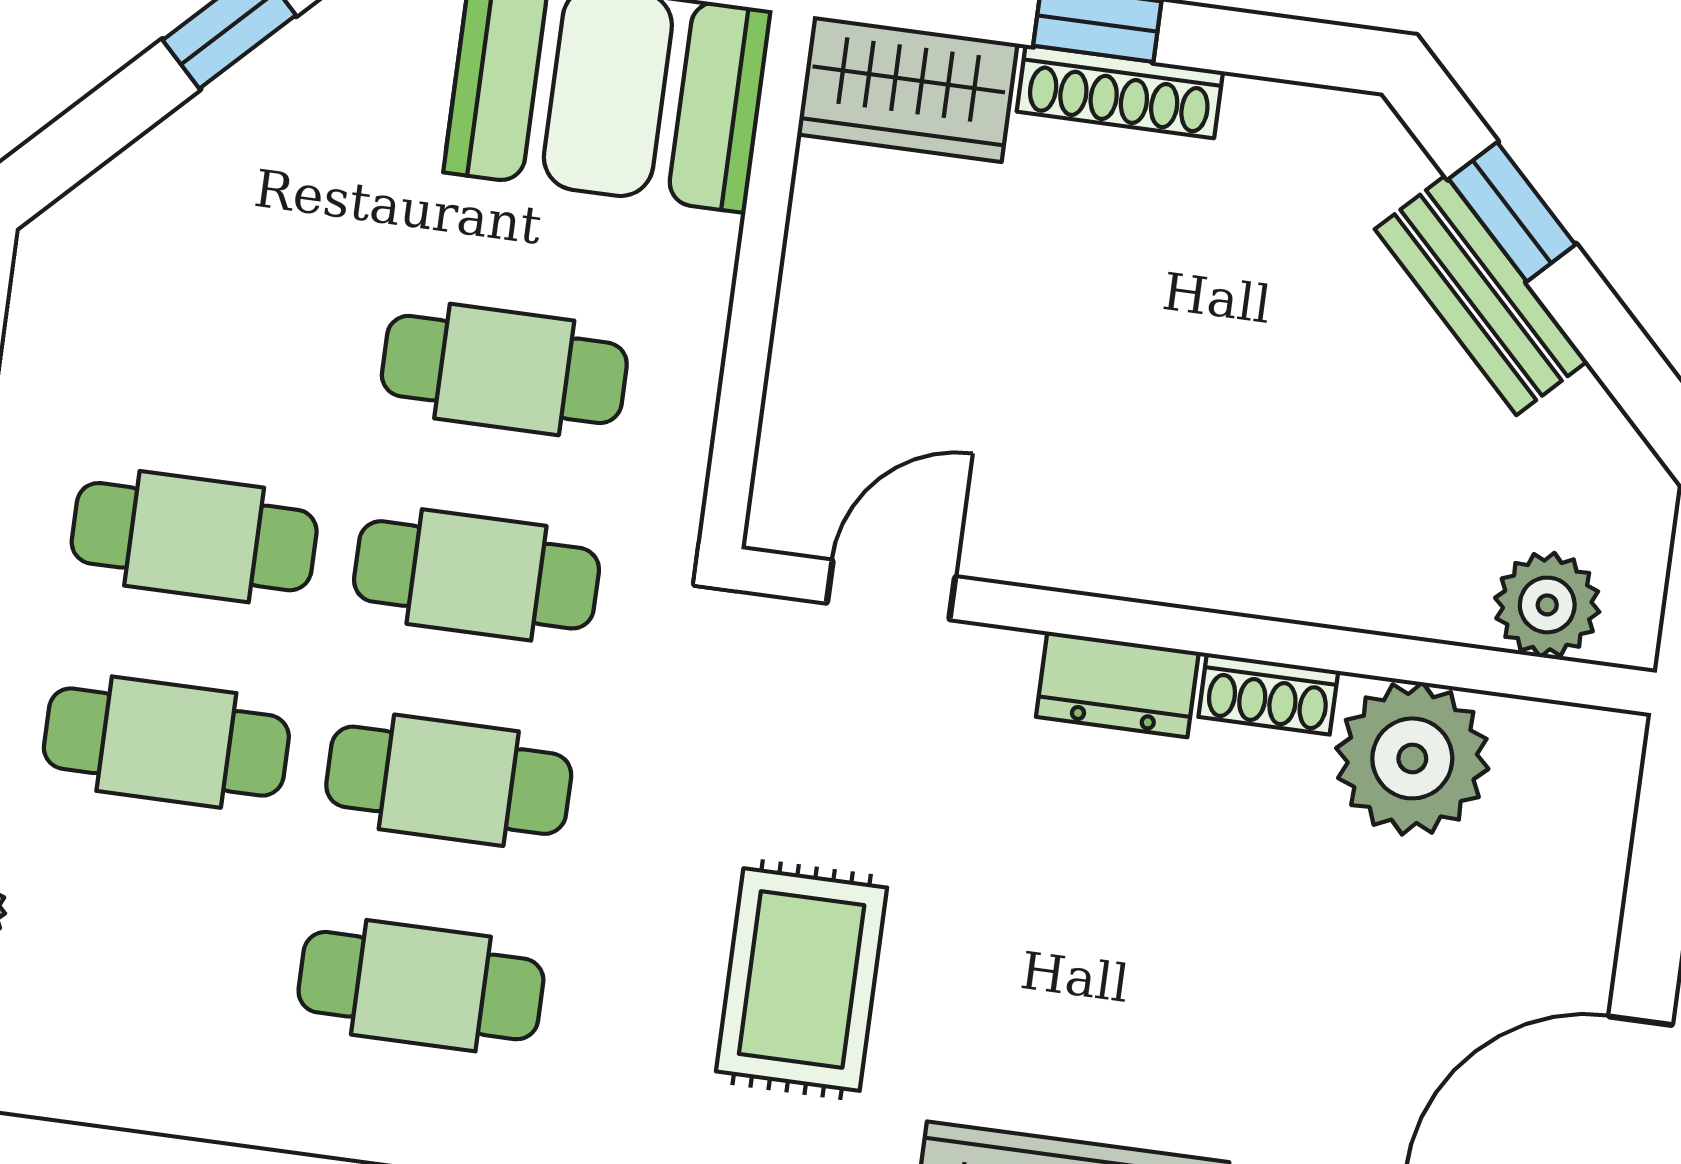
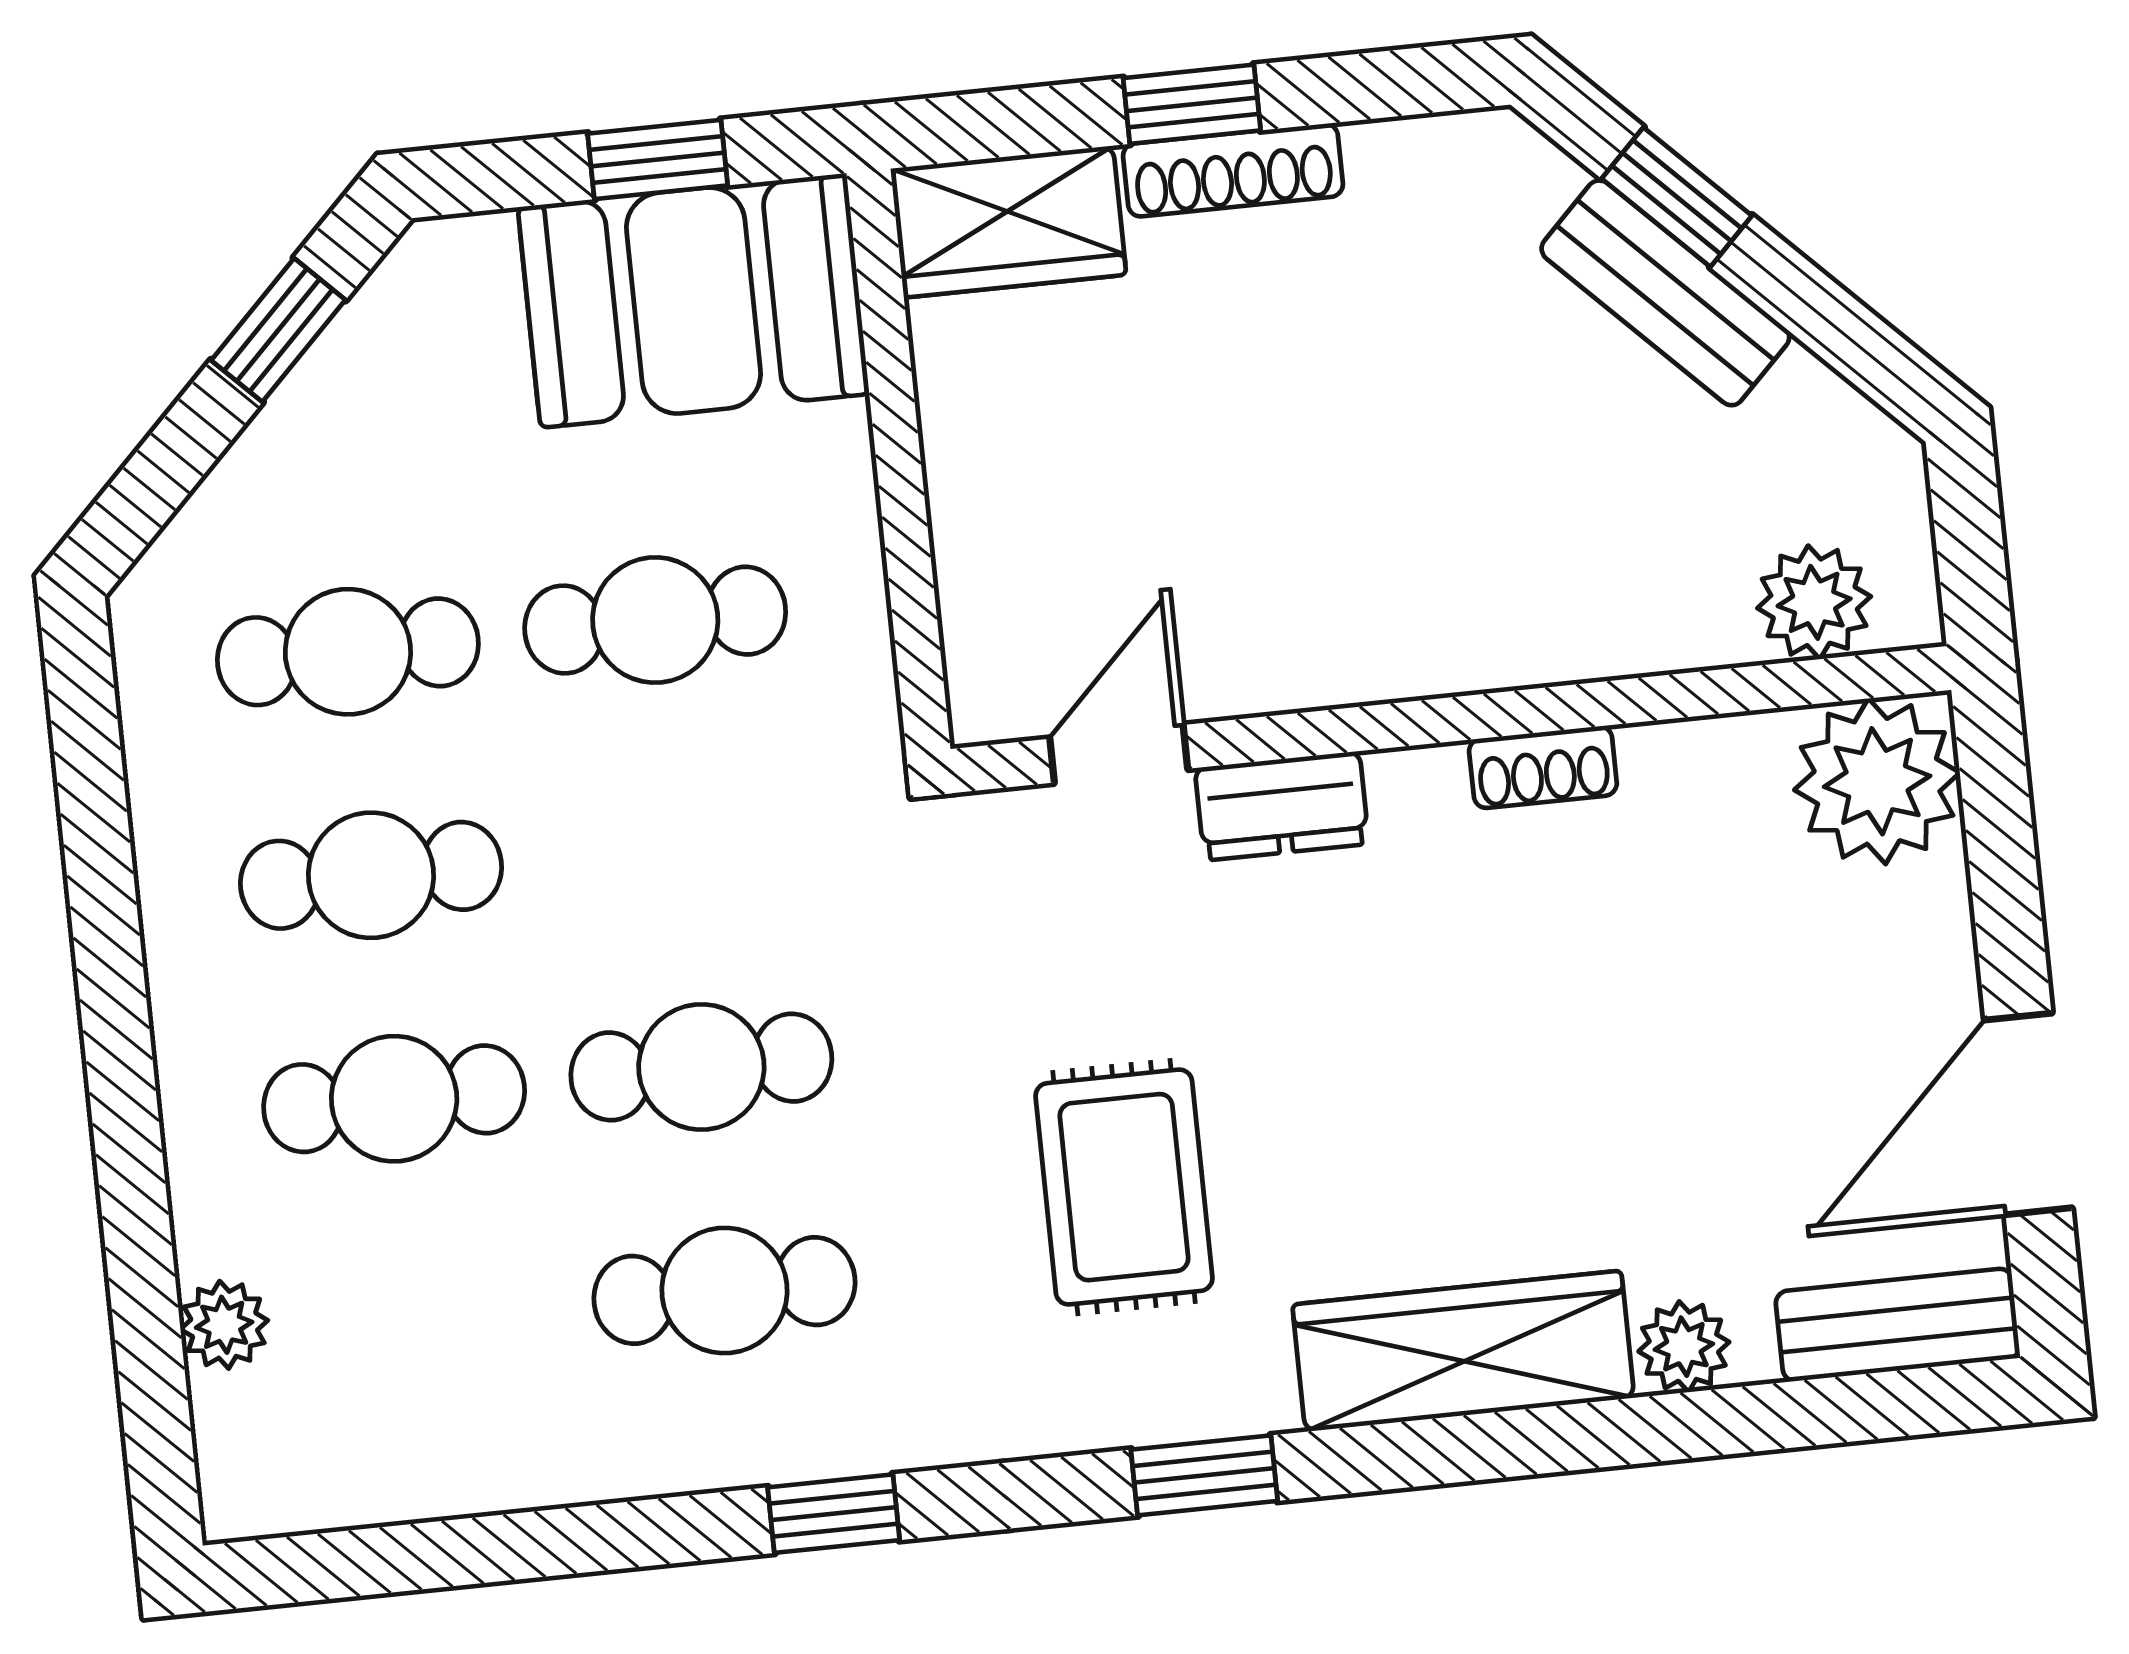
cafe table: (477, 575) -> (348, 652), moved
dresser: (1117, 684) -> (1282, 806), moved
plant: (1412, 758) -> (1877, 781), moved

